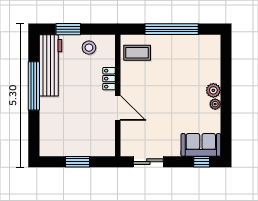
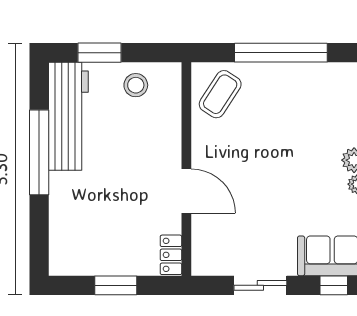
coffee table: (137, 53) -> (220, 94), turned -57
locker: (109, 79) -> (171, 255), moved
sliding door: (148, 162) -> (260, 285), moved

